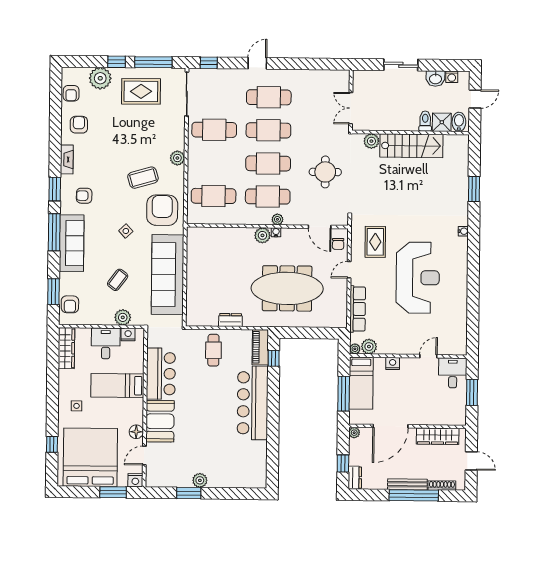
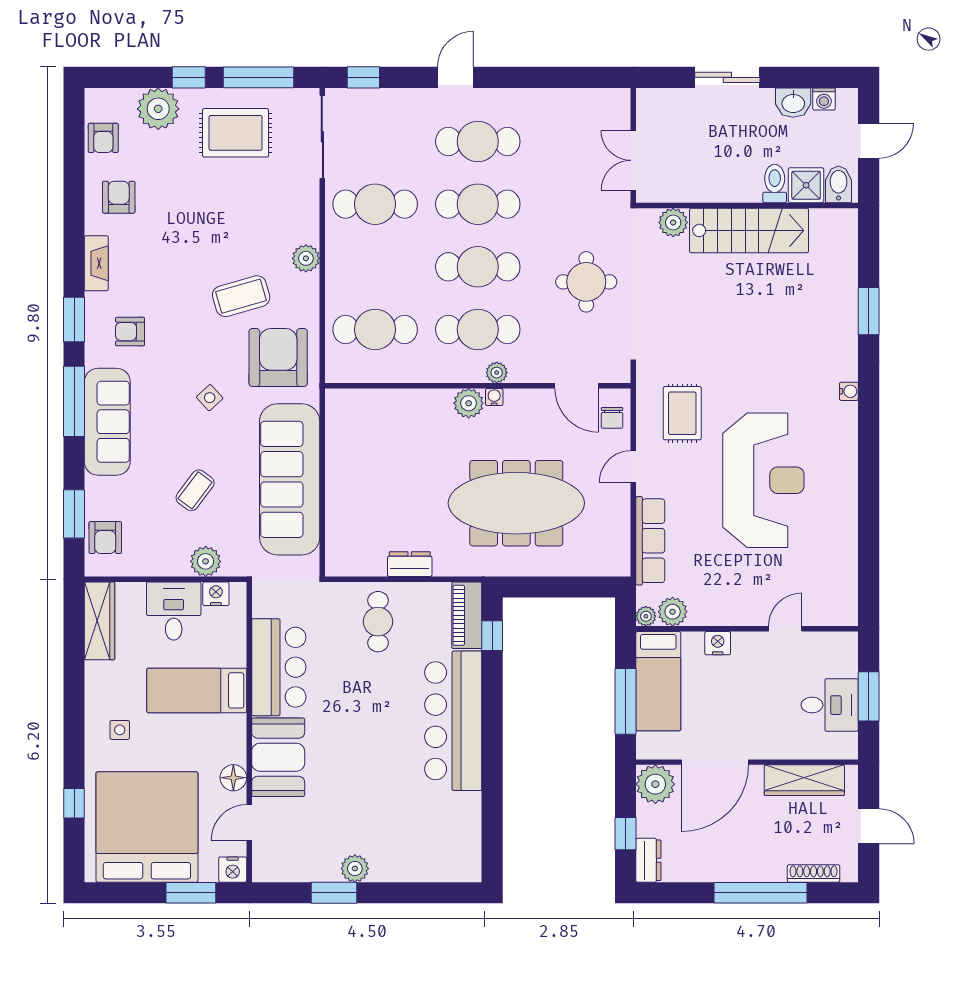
desk: (453, 373) -> (830, 705), moved, turned 90
plant: (354, 433) -> (655, 784), width x1.87, depth x1.87
bench: (407, 484) -> (748, 872), removed

